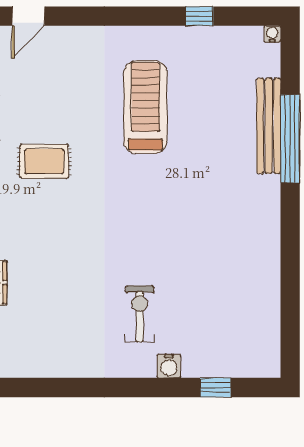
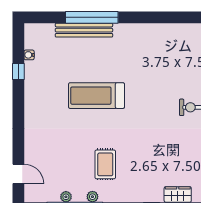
water cooler: (272, 34) -> (29, 55), moved
treadmill: (145, 107) -> (96, 96), moved

